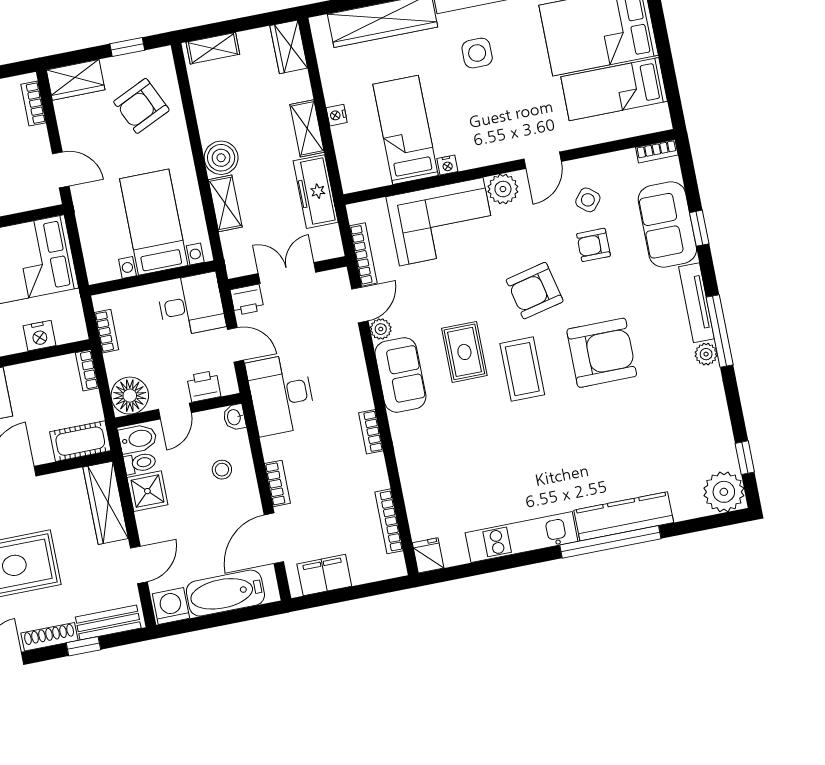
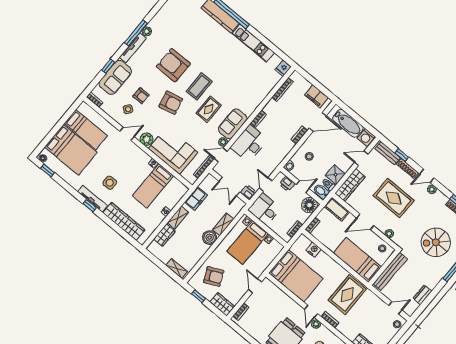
wardrobe: (289, 47) -> (164, 235), moved
freezer: (316, 192) -> (196, 199), width x0.71
desk: (281, 394) -> (249, 143), moved, turned 180

